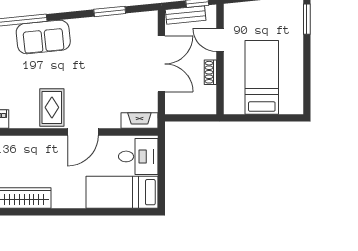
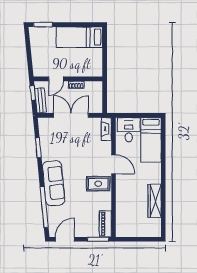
sofa: (43, 37) -> (54, 183), width x1.36
bed: (262, 77) -> (79, 37), moved

